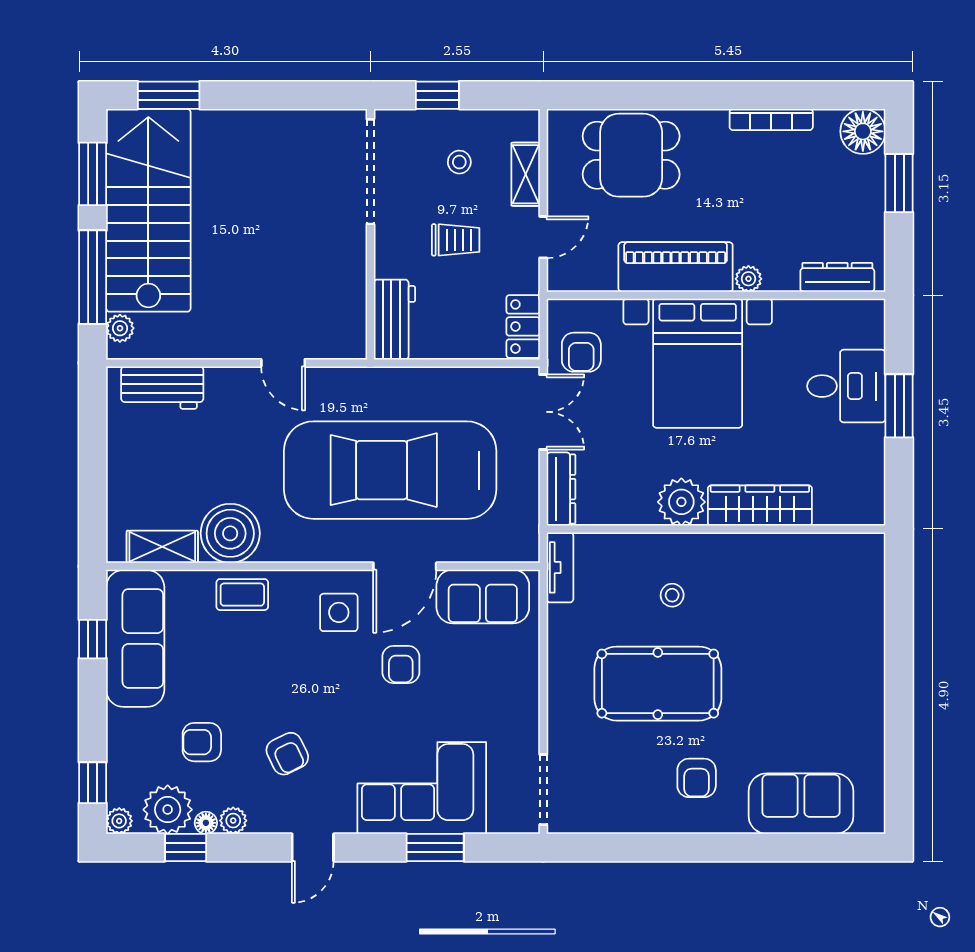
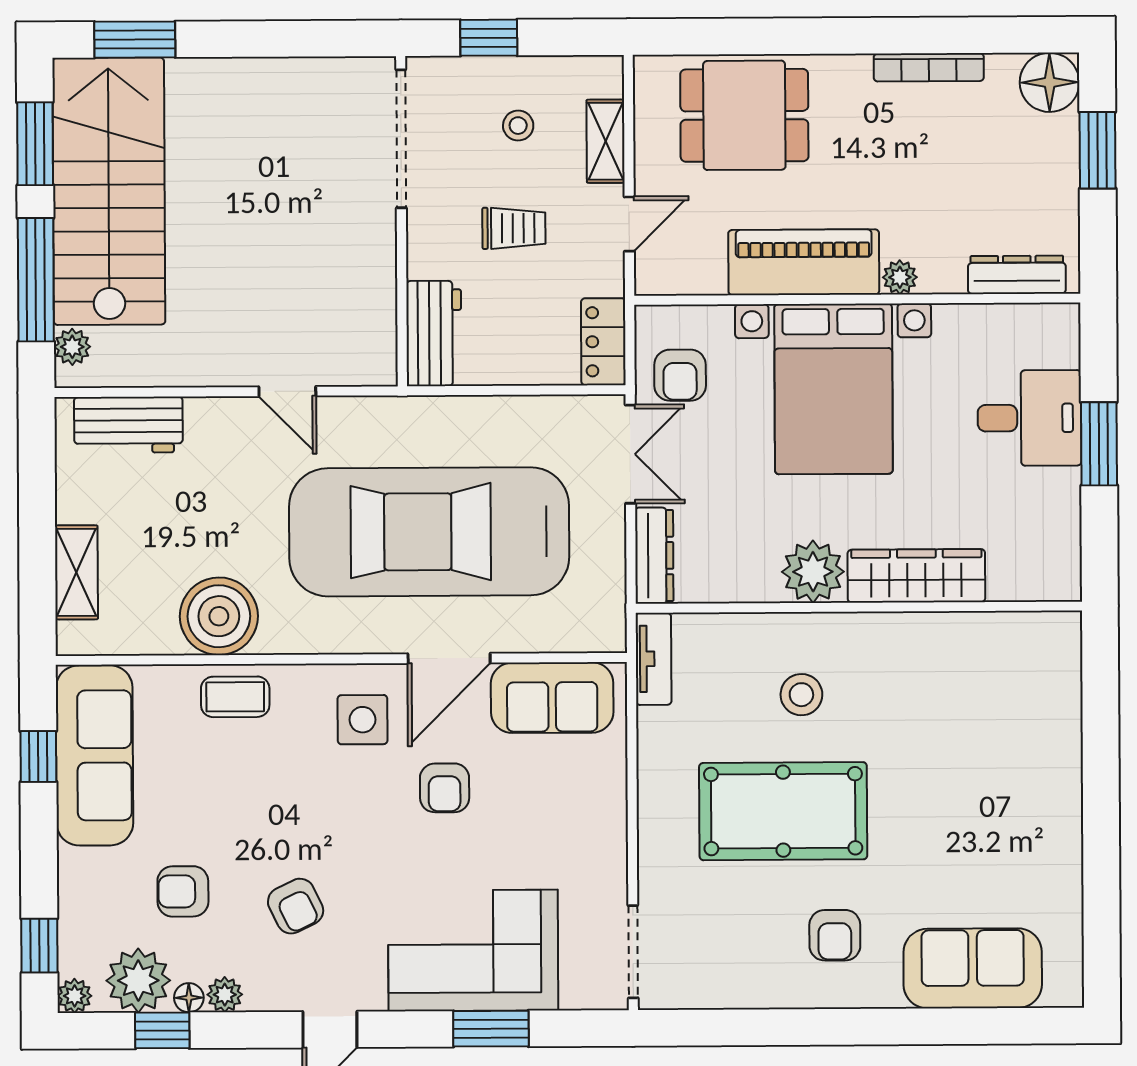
shelving: (162, 547) -> (76, 572), moved, turned 90
stool: (672, 595) -> (801, 695), width x1.37, depth x1.37

